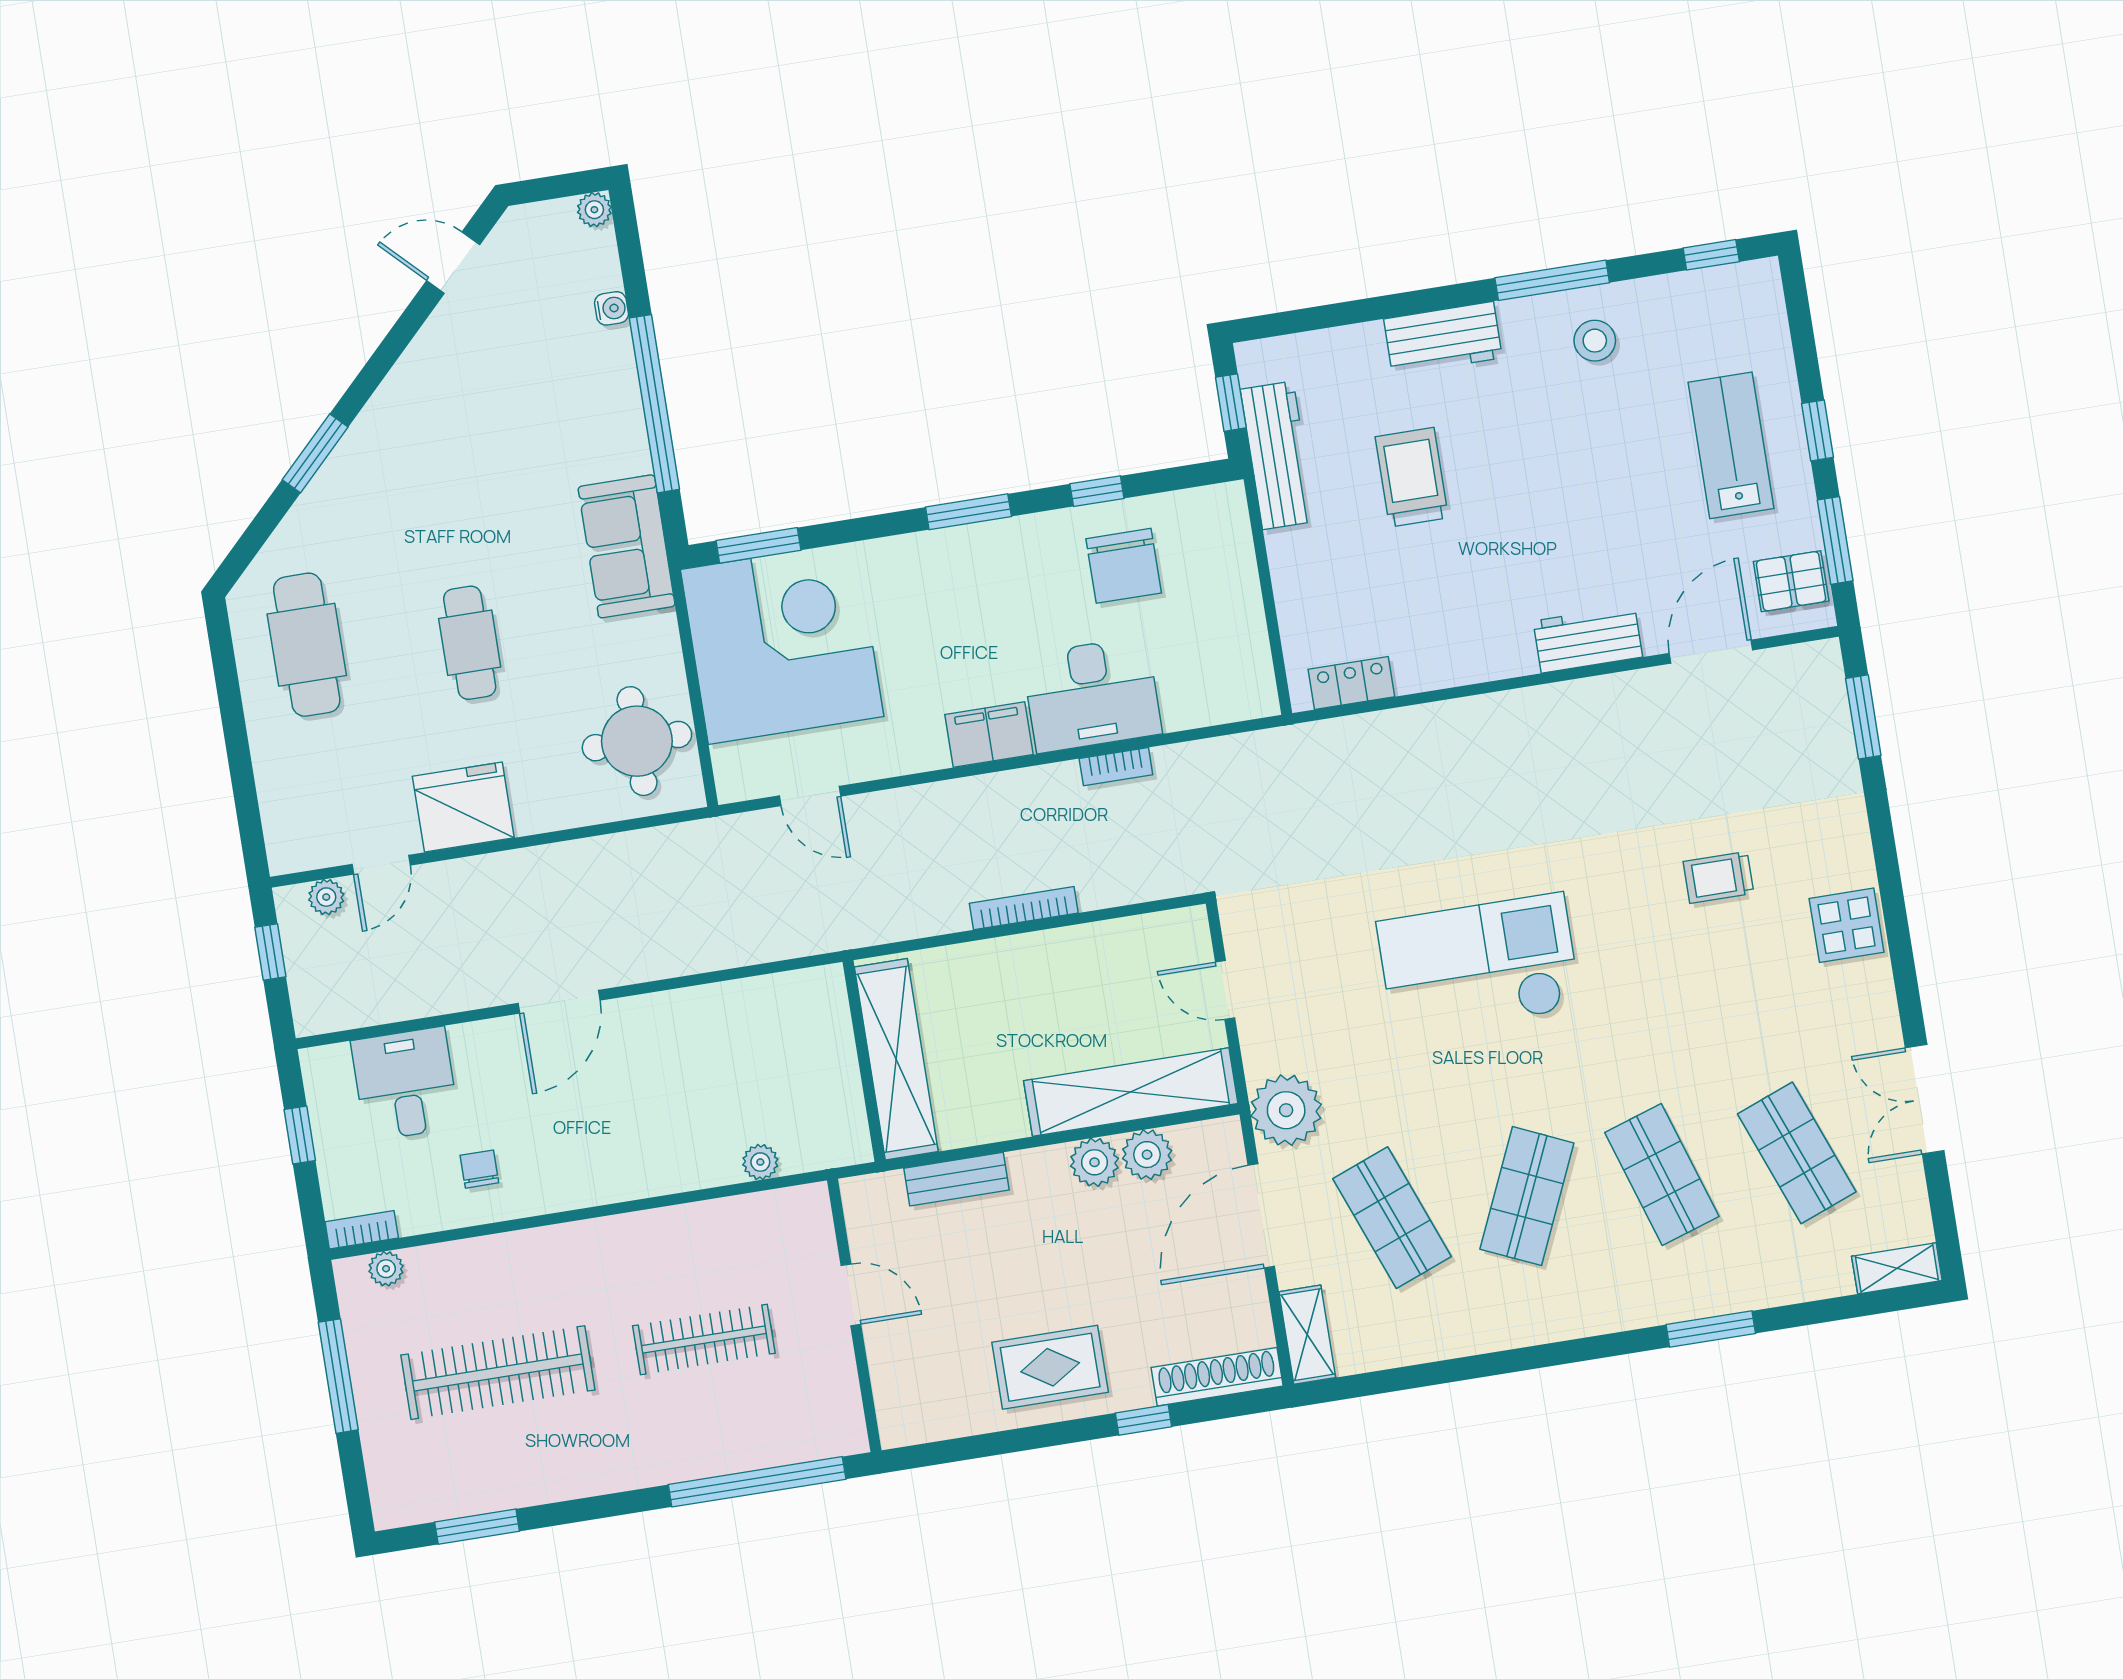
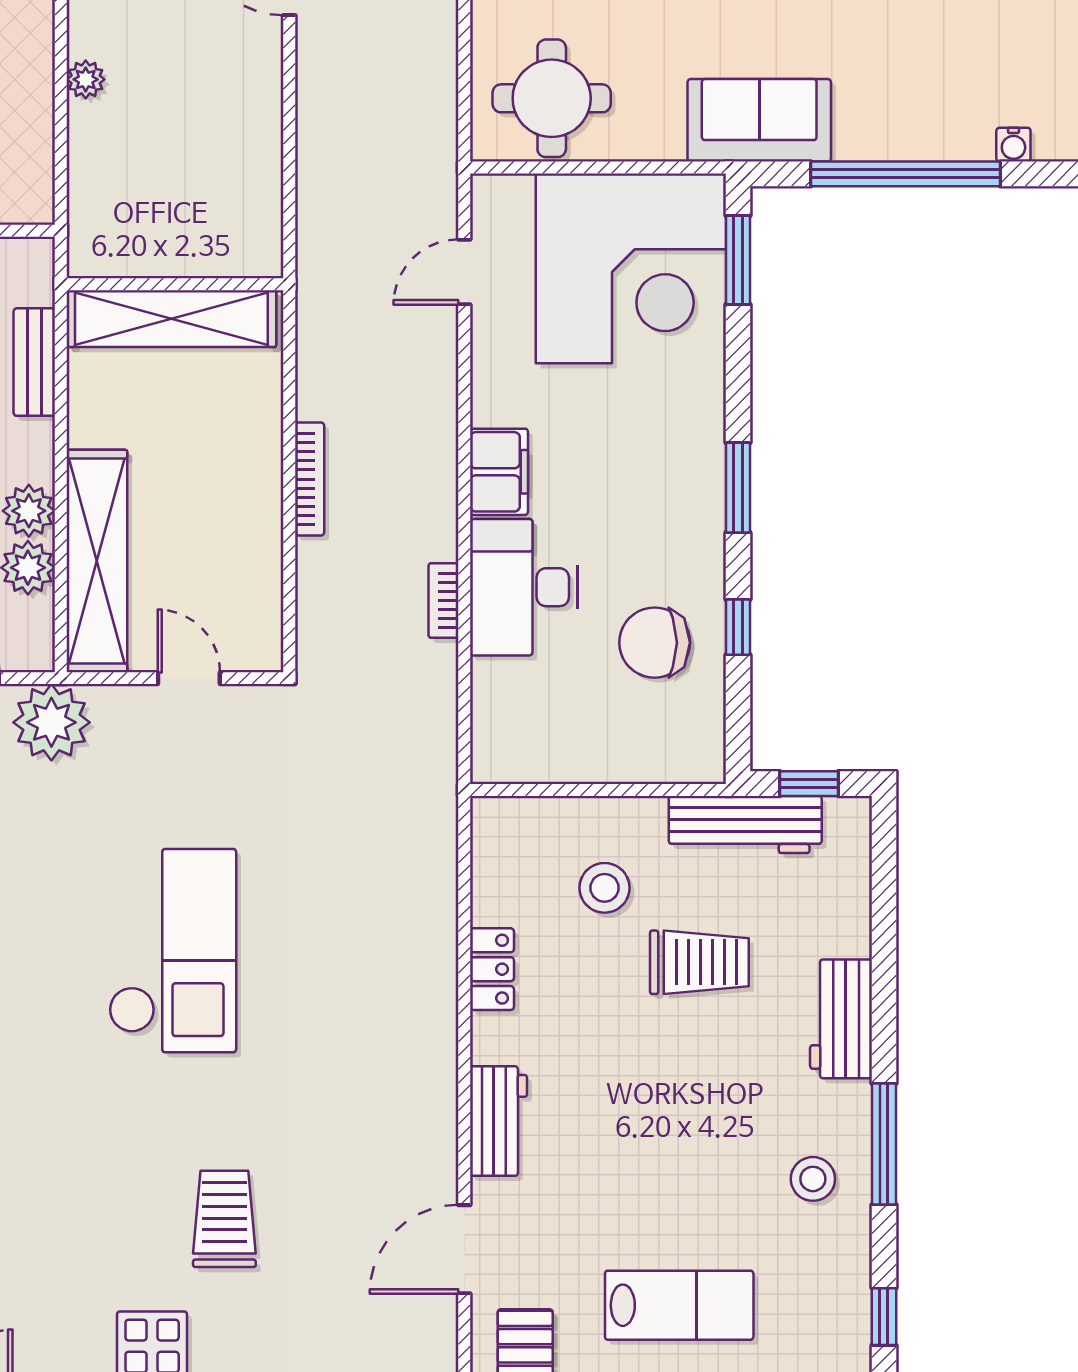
stool: (1357, 576) -> (604, 888), added
door: (1711, 652) -> (464, 1249), swing flipped
locker: (1351, 683) -> (492, 969), moved
trolley: (1718, 877) -> (224, 1219), width x1.36, depth x1.39
door: (1225, 990) -> (189, 678), hinge flipped
plant: (760, 1162) -> (86, 79), moved

